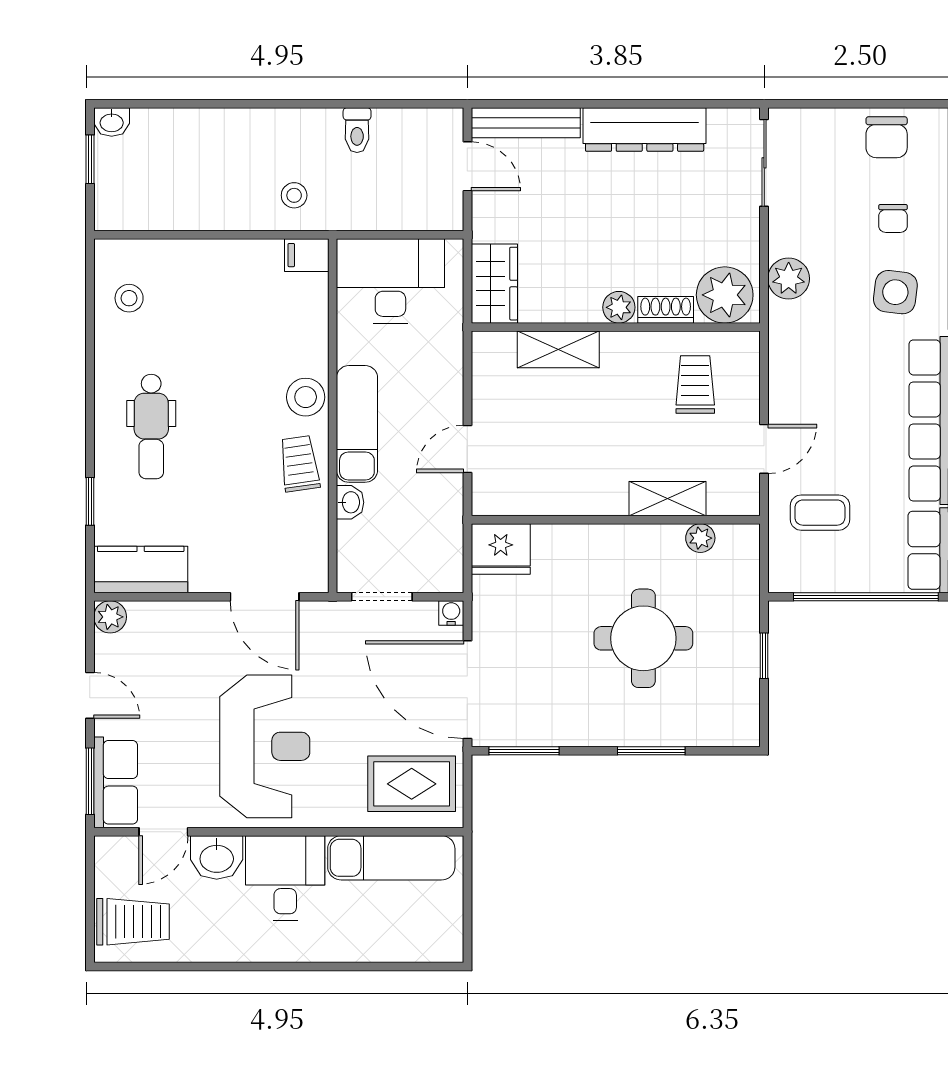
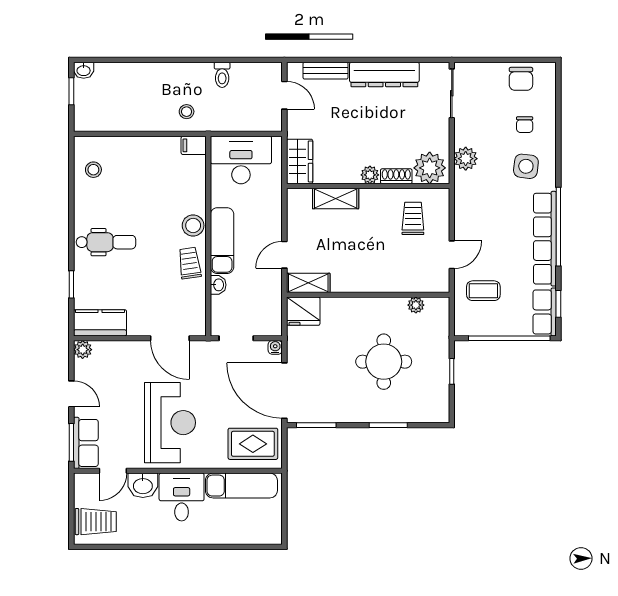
bench: (526, 123) -> (326, 71), width x0.73
dental chair: (151, 427) -> (106, 242), turned -90
shelving: (667, 499) -> (308, 283), moved

